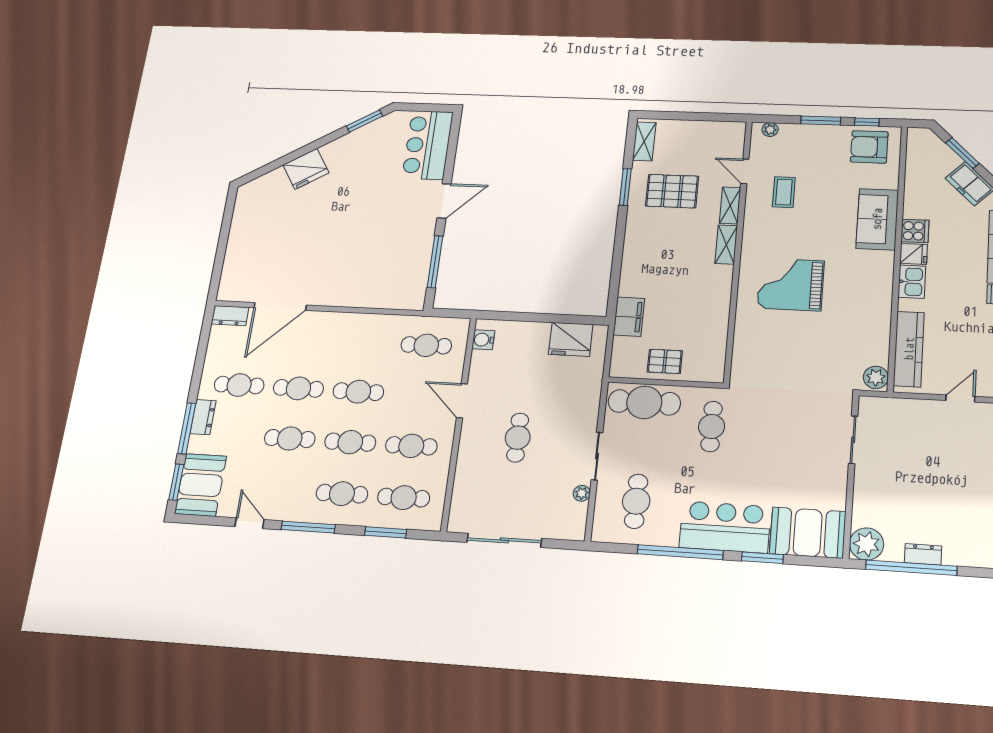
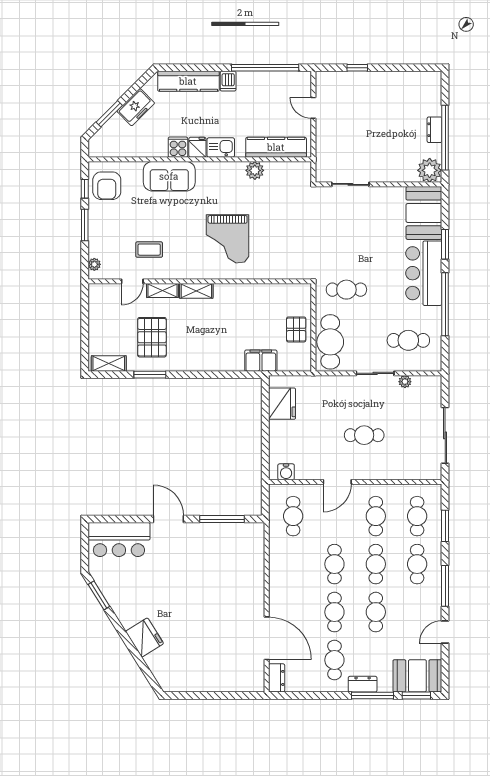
plant: (876, 377) -> (255, 170), moved

